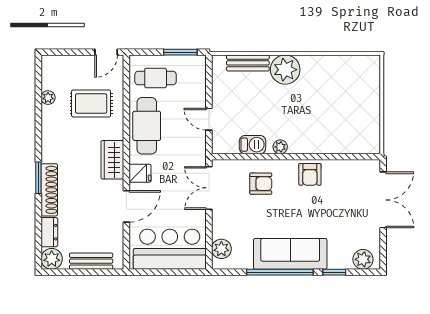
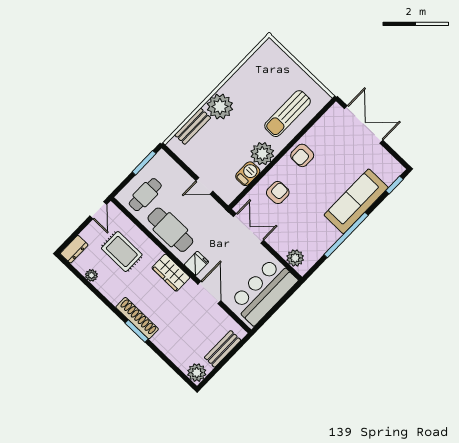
rug: (91, 103) -> (122, 252), turned 90
sun lounger: (332, 130) -> (288, 114), added
plant: (280, 147) -> (262, 154), width x1.87, depth x1.87
armchair: (310, 174) -> (302, 155), turned 90
double door: (209, 188) -> (248, 228), swing flipped
shoe rack: (49, 190) -> (137, 318), moved
dresser: (49, 232) -> (74, 249), moved, turned 90
sofa: (290, 254) -> (356, 201), moved
plant: (363, 259) -> (389, 174), removed
window: (334, 272) -> (394, 185), moved

